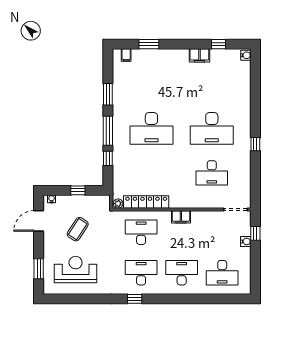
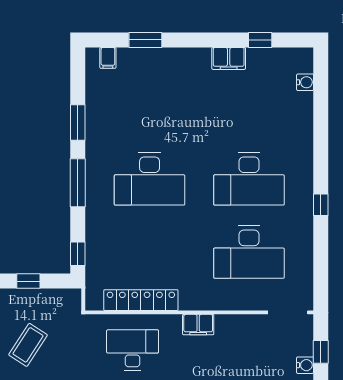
water cooler: (246, 55) -> (305, 82), moved
window: (108, 158) -> (78, 254), moved
desk: (212, 173) -> (249, 252), width x1.36, depth x1.30
plant: (118, 204) -> (94, 303), removed

